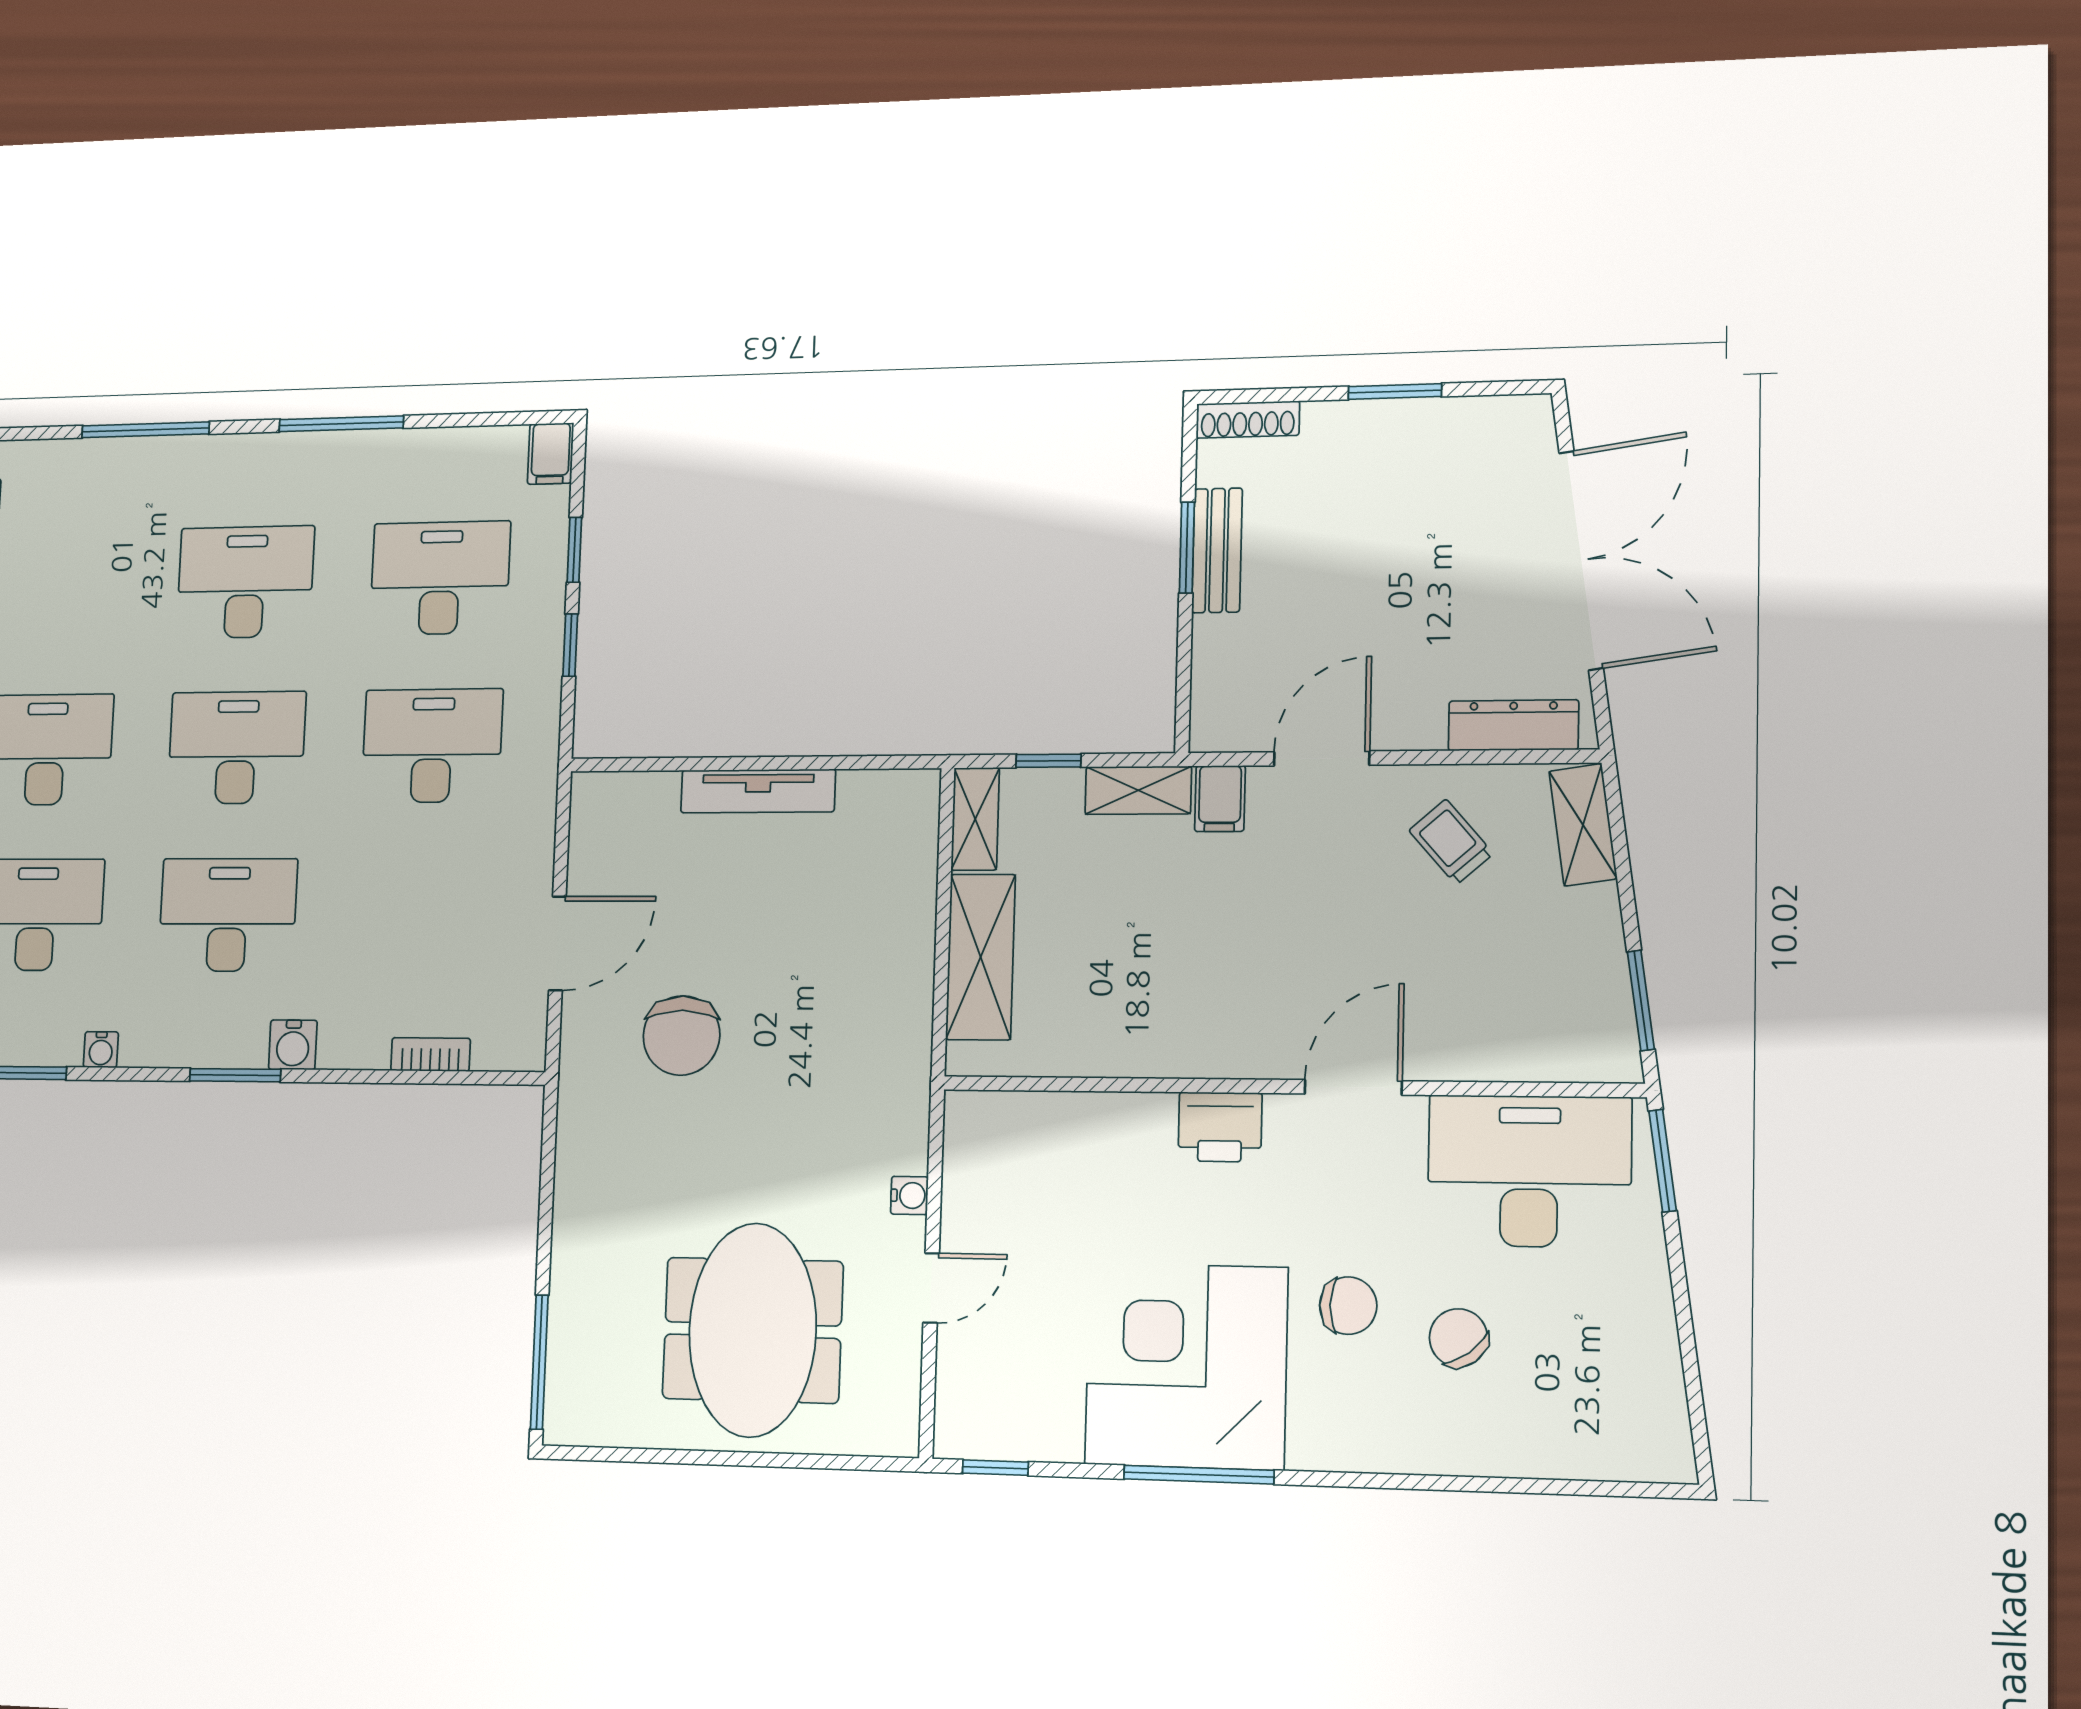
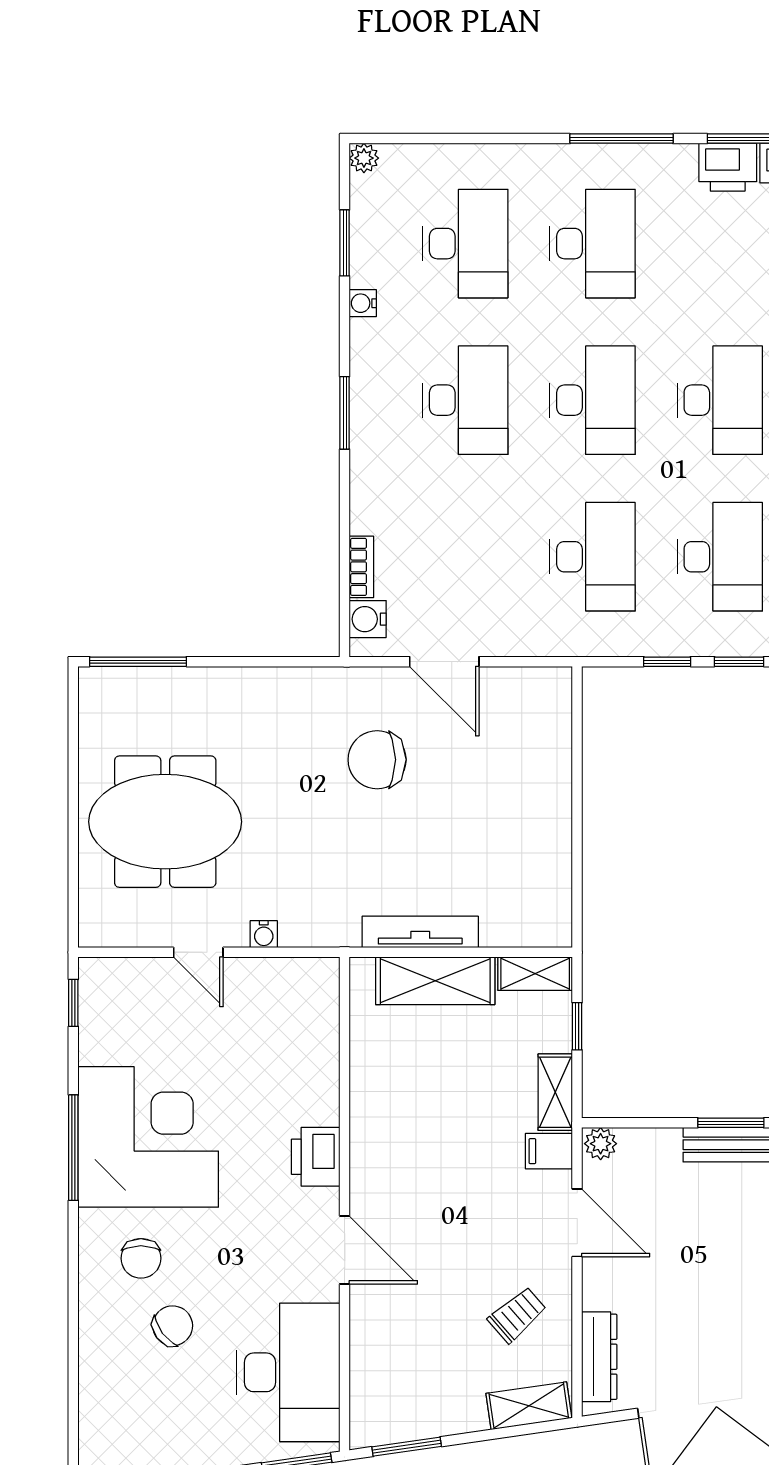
plant: (1211, 727) -> (601, 1144), added
tv unit: (758, 791) -> (420, 932), moved, turned 90
water cooler: (293, 1045) -> (368, 619), moved
chair: (1348, 1306) -> (141, 1258), moved

